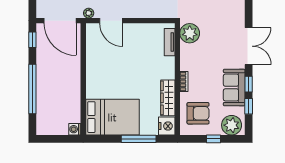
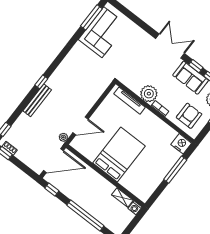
plant: (190, 33) -> (149, 94), moved
tv unit: (170, 42) -> (130, 101), width x1.41
wardrobe: (168, 98) -> (163, 128), removed
shelving: (75, 110) -> (122, 197), added
bed: (112, 117) -> (119, 154), moved

